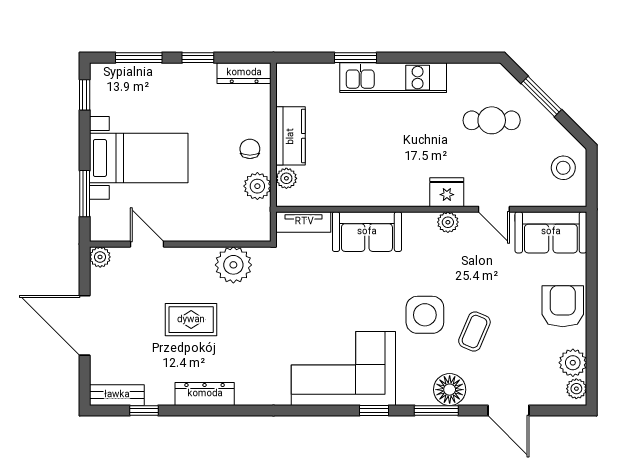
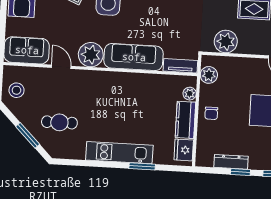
dresser: (244, 73) -> (231, 162), moved
plant: (257, 186) -> (209, 75), moved
fridge: (447, 192) -> (184, 150), moved, turned 90
plant: (448, 222) -> (91, 55), width x1.88, depth x1.88
sofa: (367, 232) -> (134, 57), width x1.36

